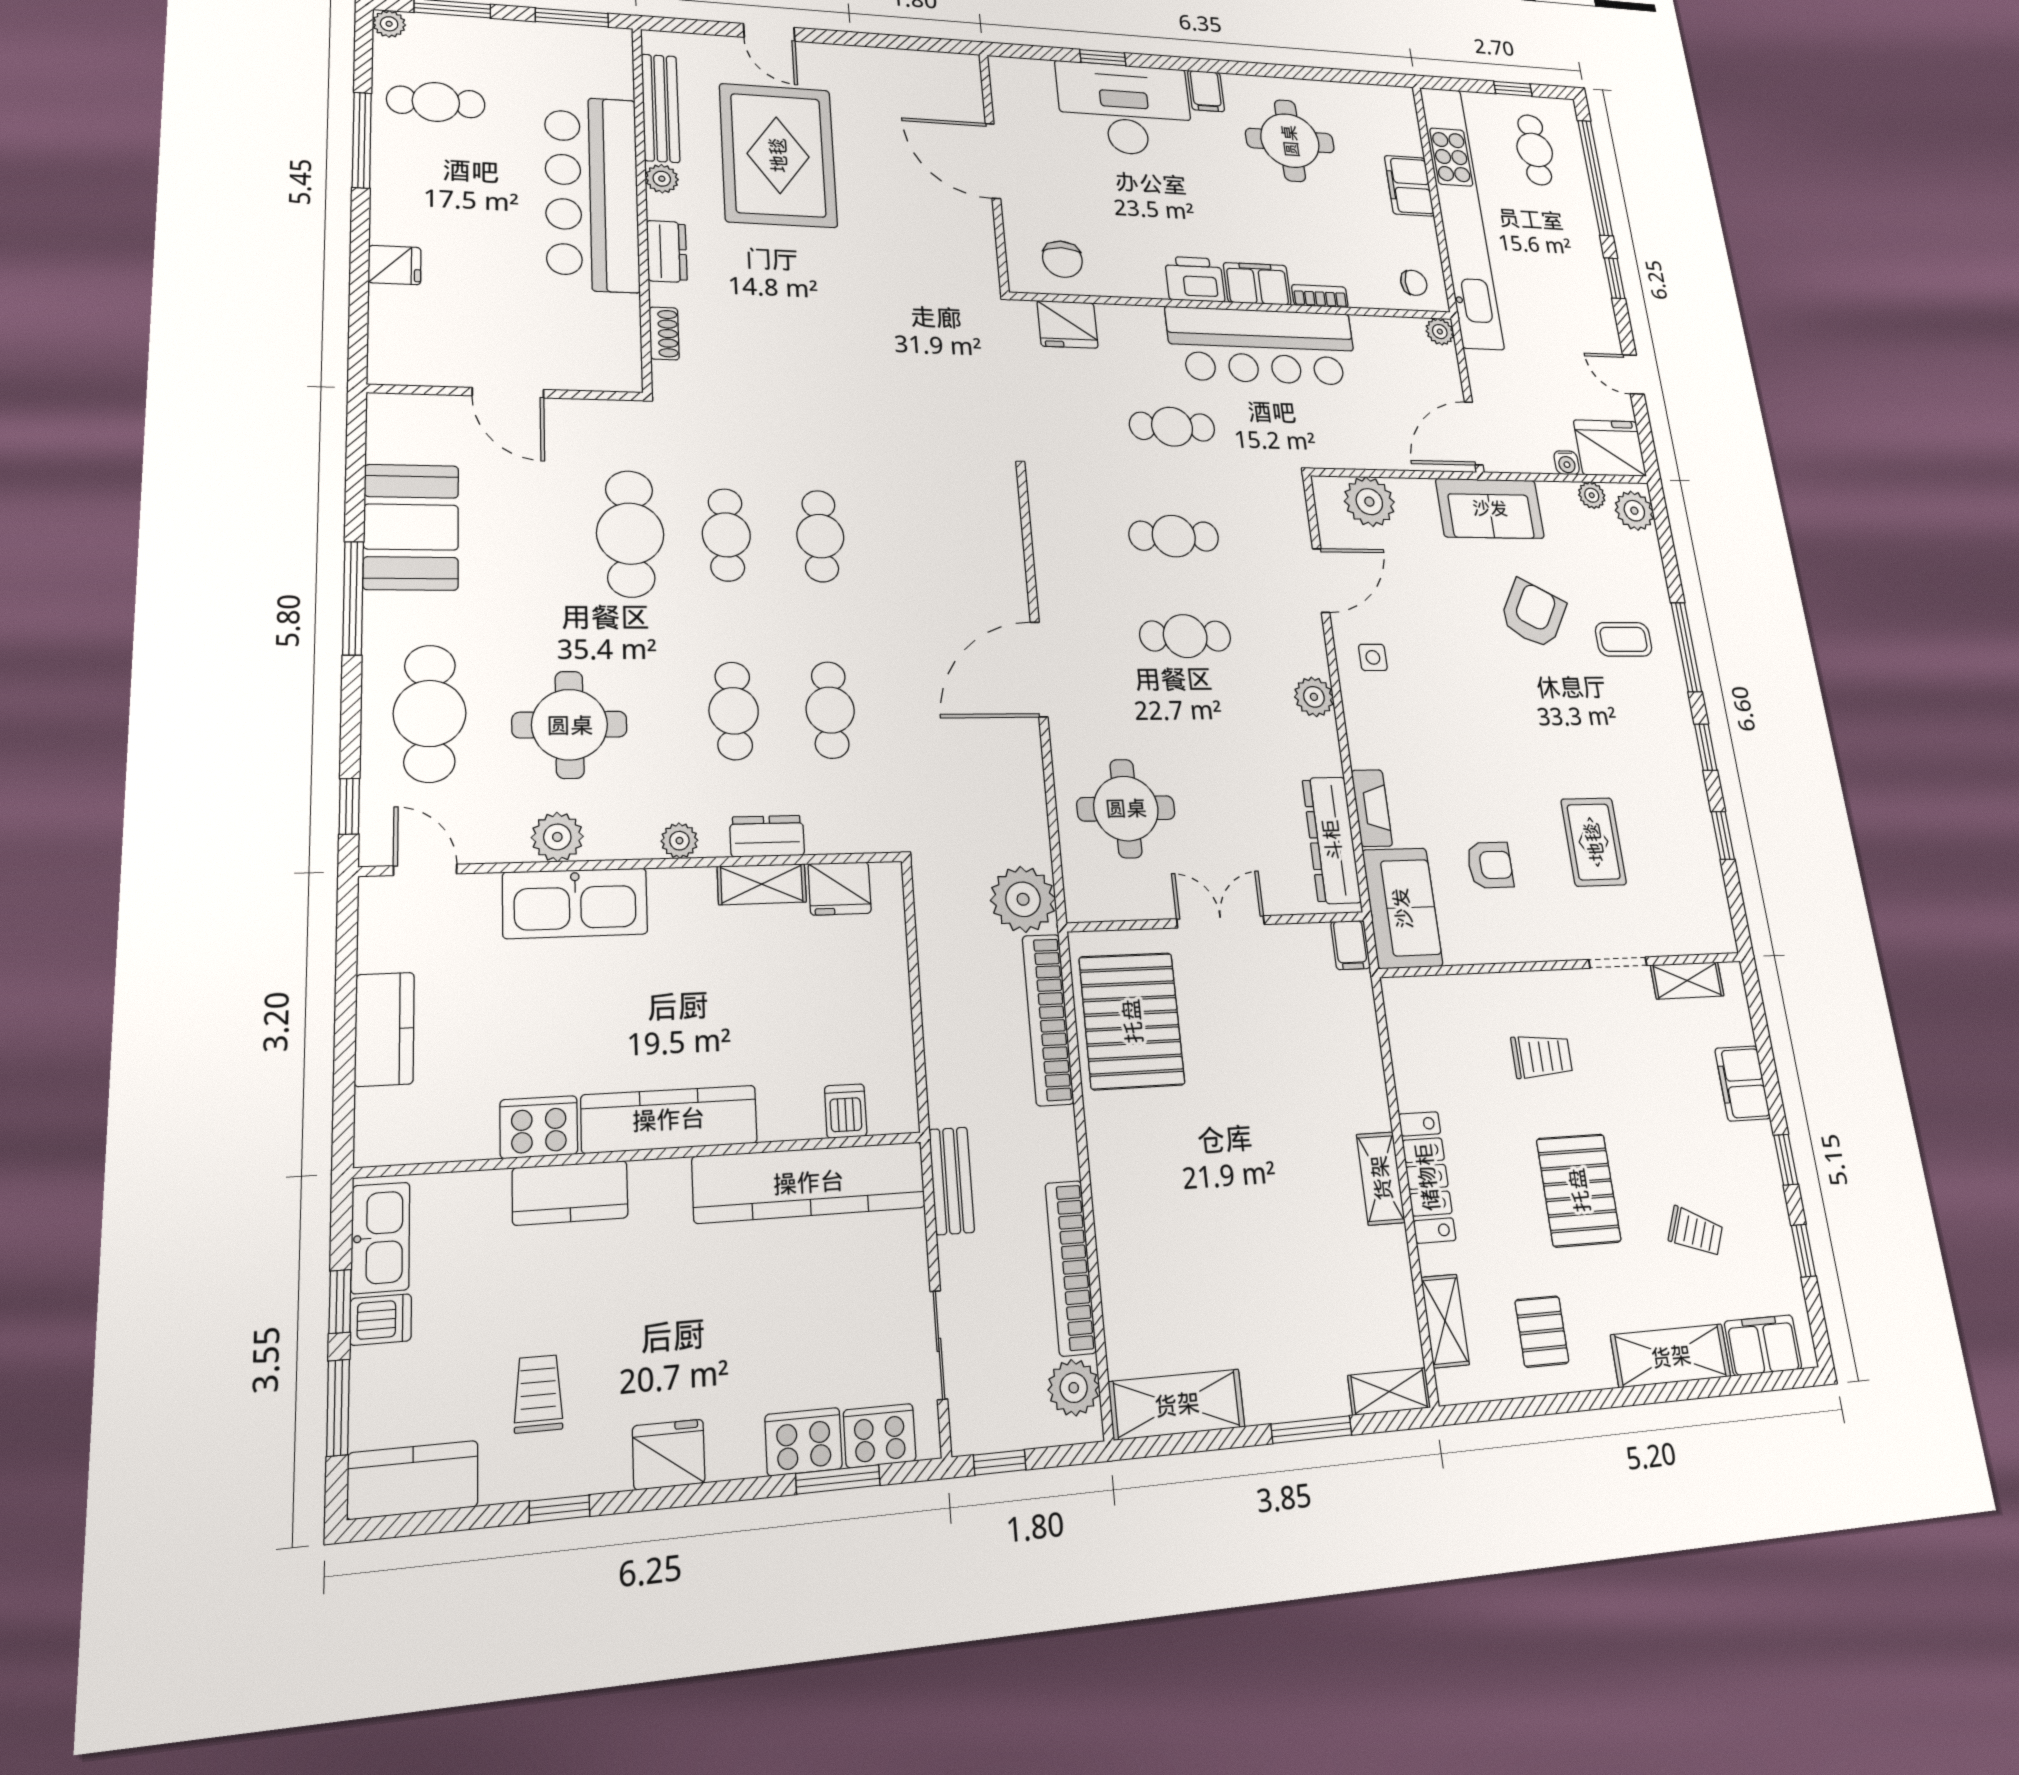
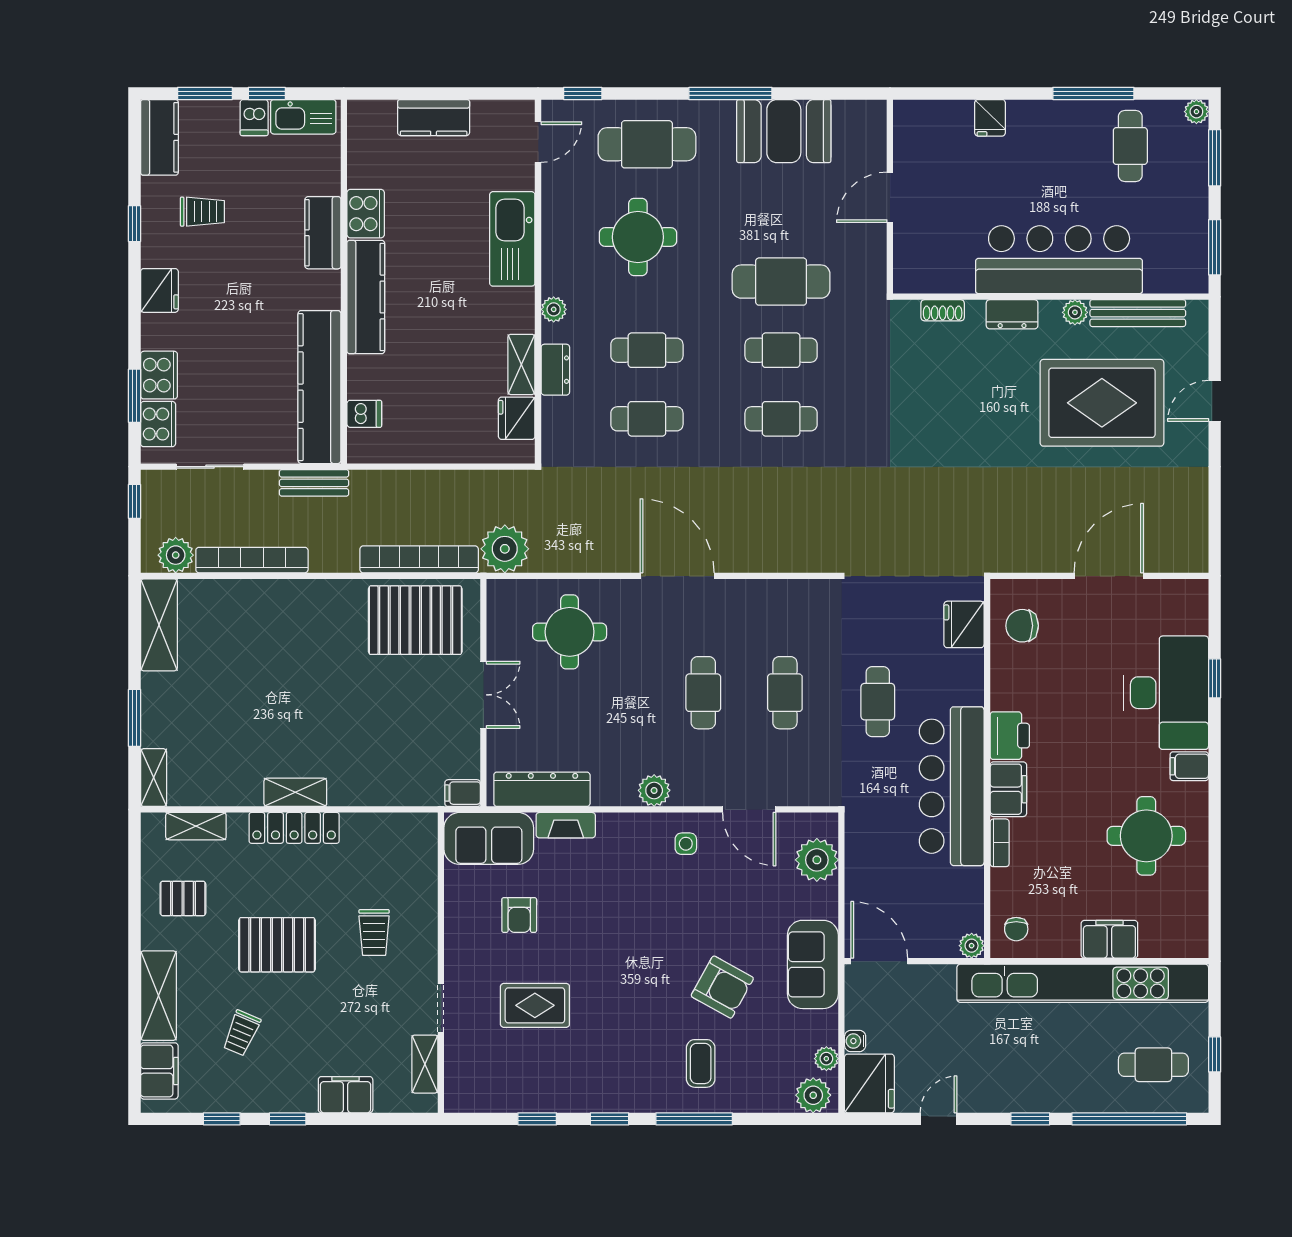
plant: (557, 837) -> (558, 228), removed

